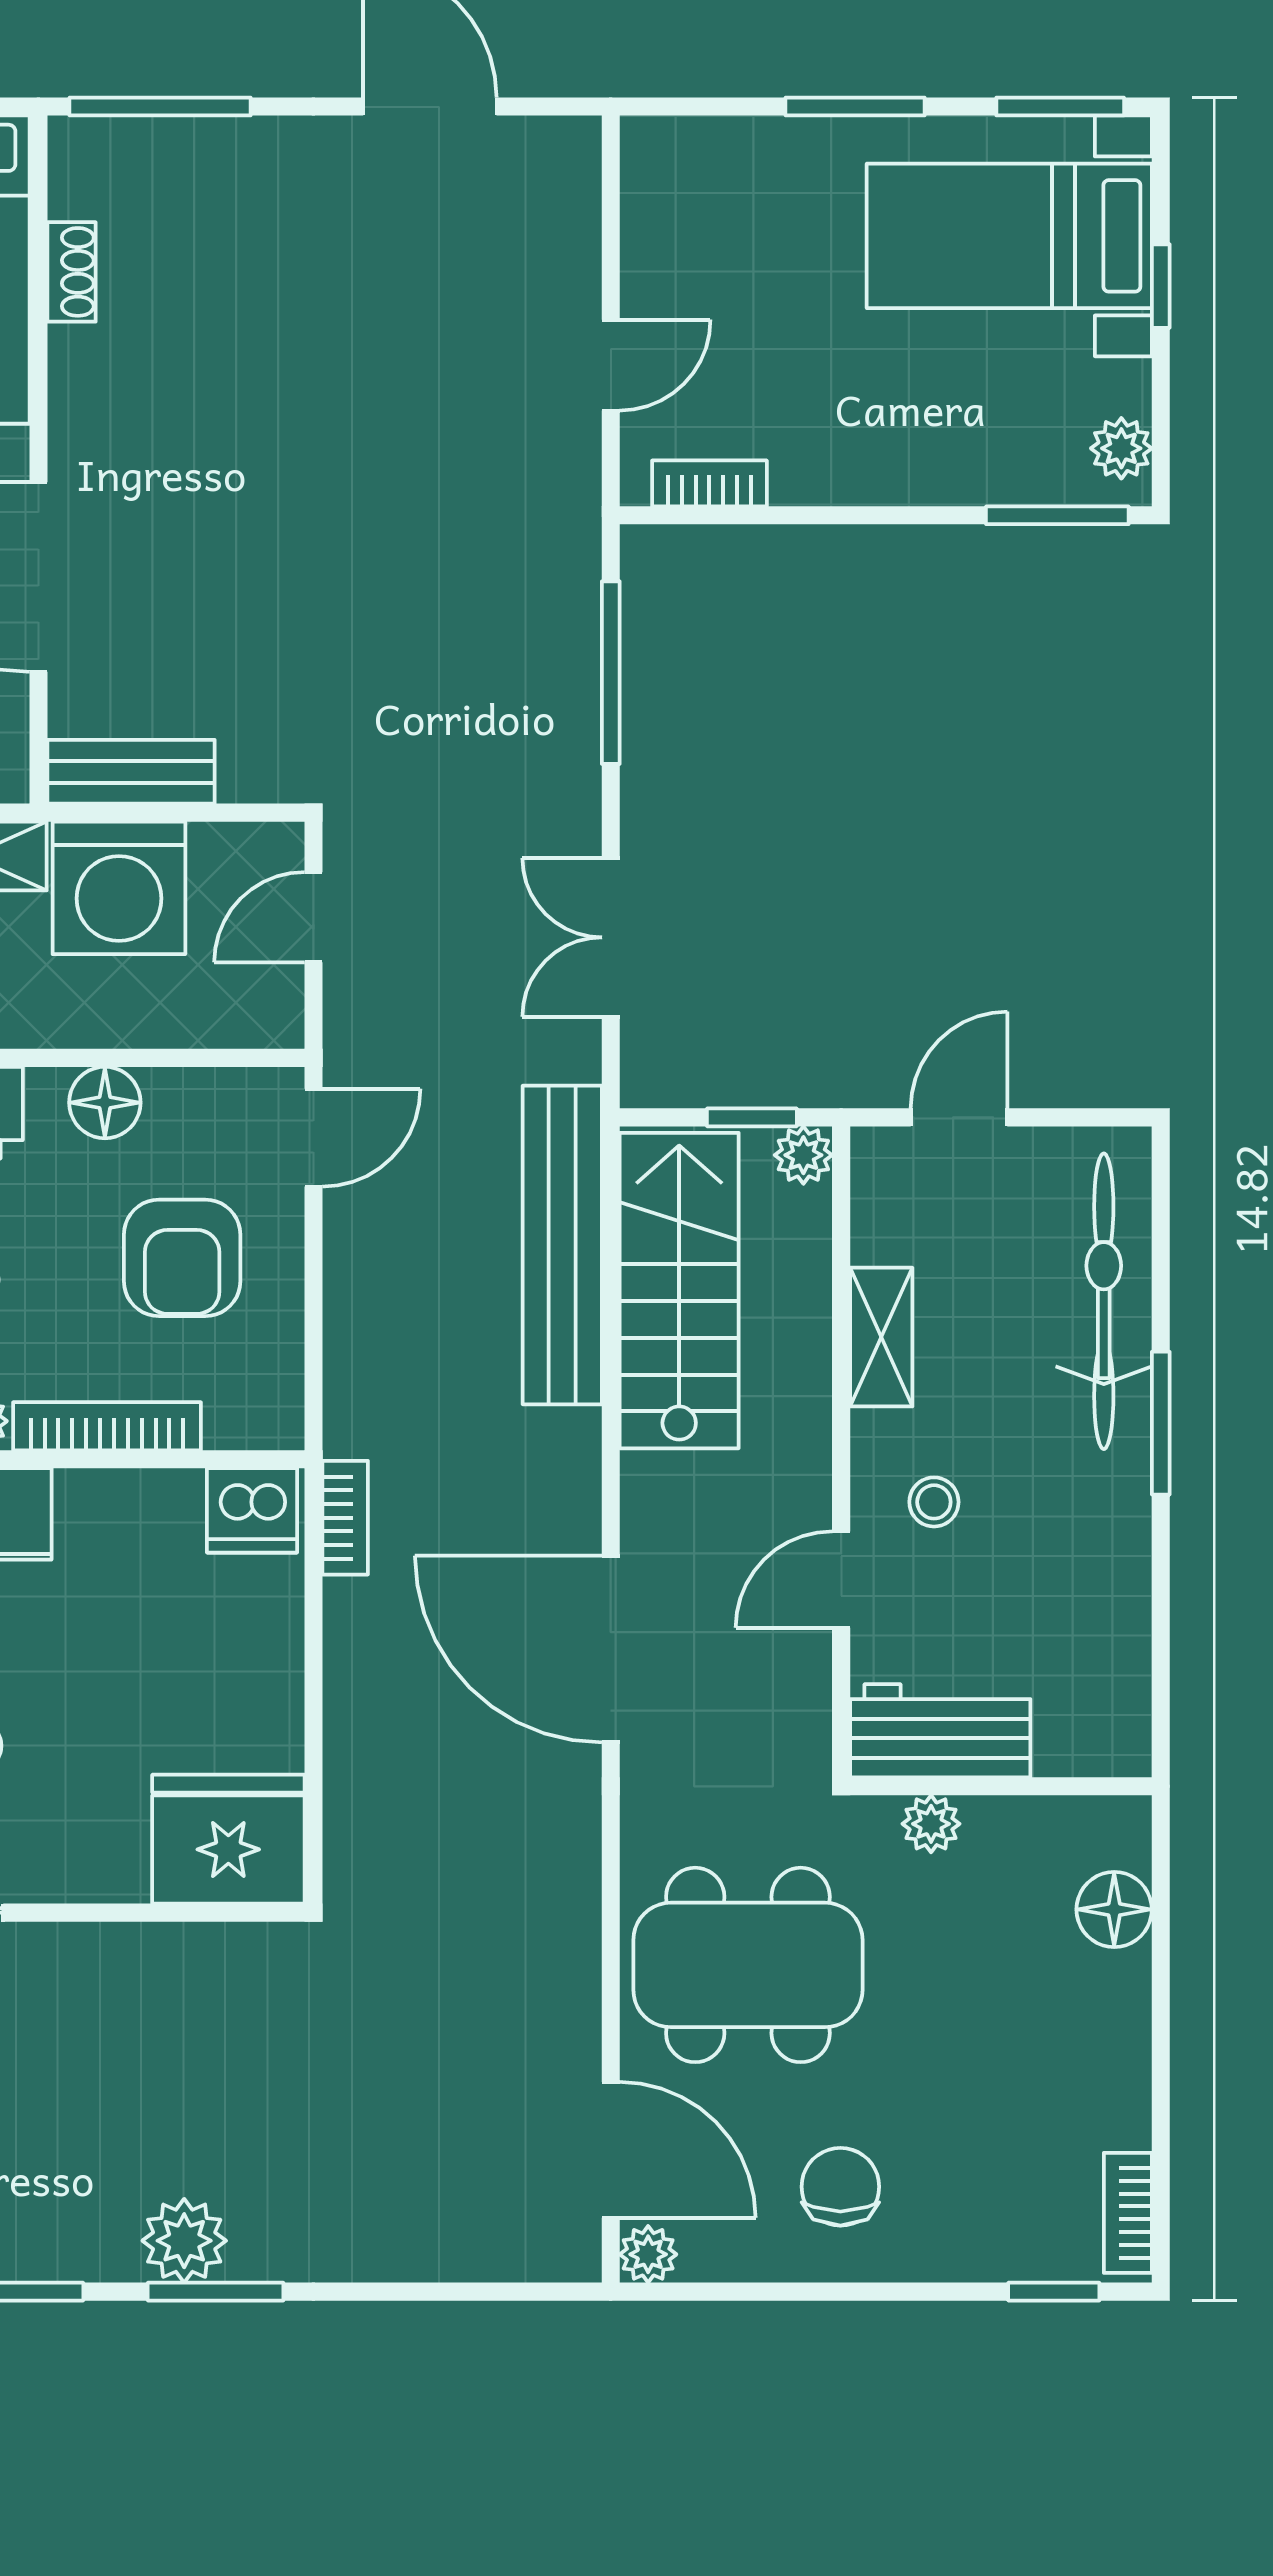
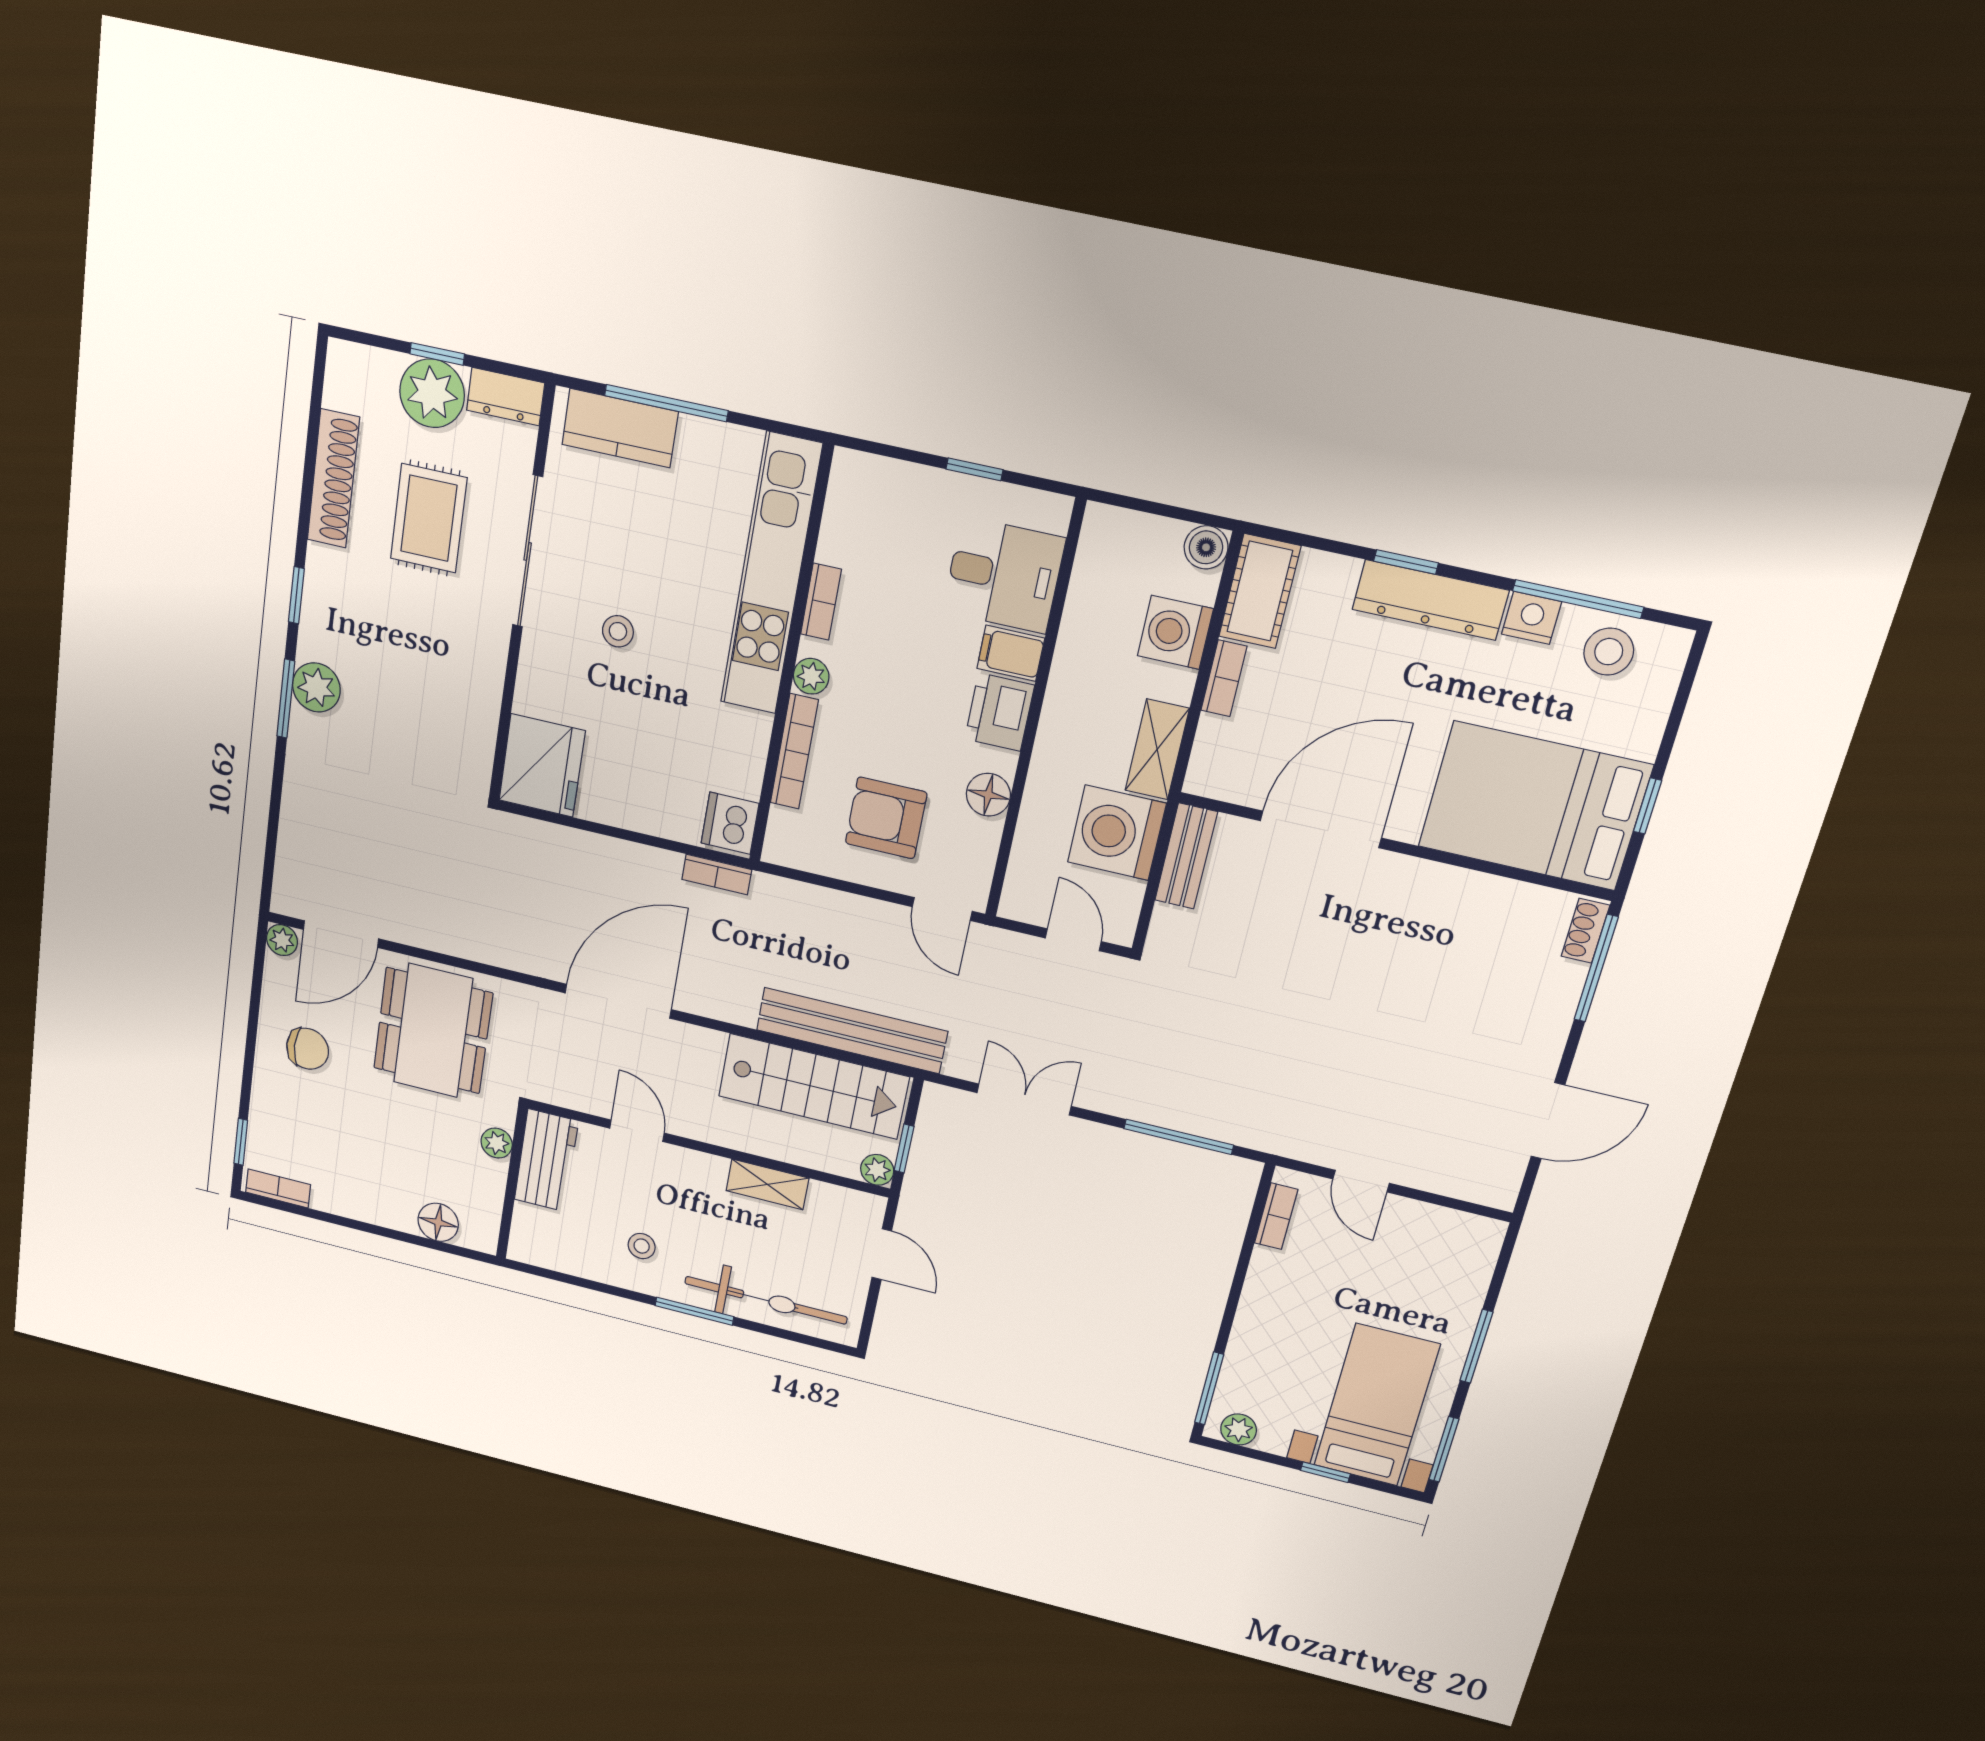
shoe rack: (72, 272) -> (1585, 931), moved, turned 90
stool: (934, 1502) -> (642, 1246), moved

